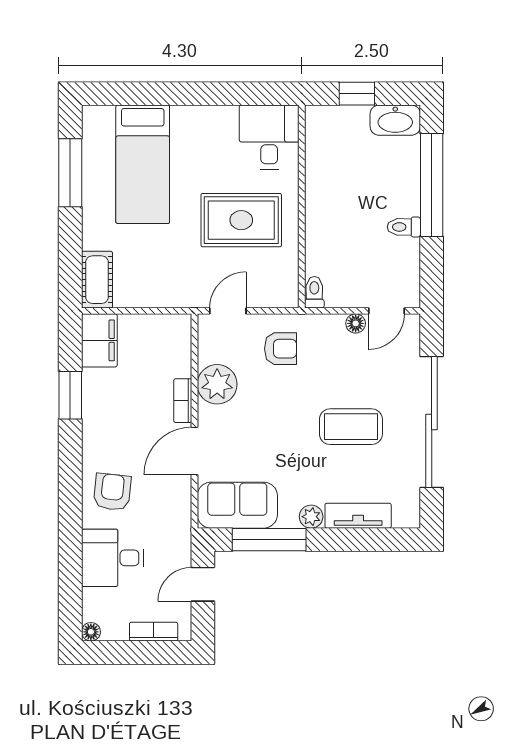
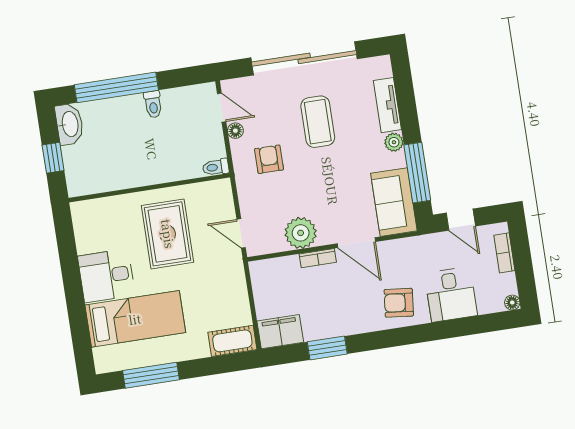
desk: (269, 137) -> (106, 276), moved
armchair: (281, 349) -> (269, 159), moved

